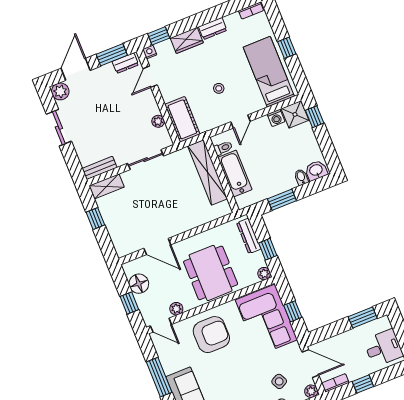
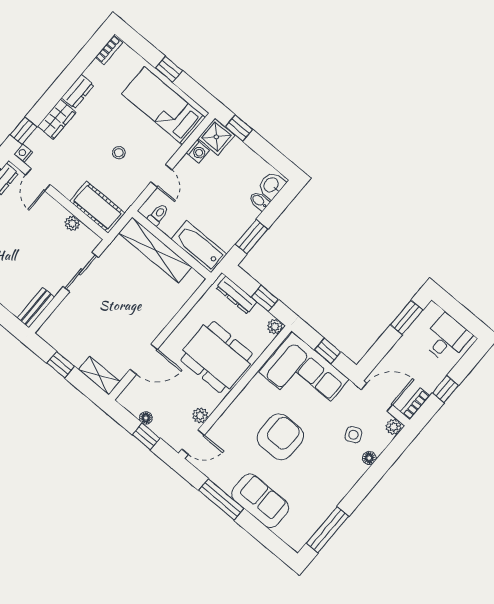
bathtub: (235, 173) -> (199, 247), moved
shelving: (107, 186) -> (99, 376), moved, turned 90
floor lamp: (139, 284) -> (146, 418), width x0.53, depth x0.53
armchair: (211, 335) -> (280, 437), moved

